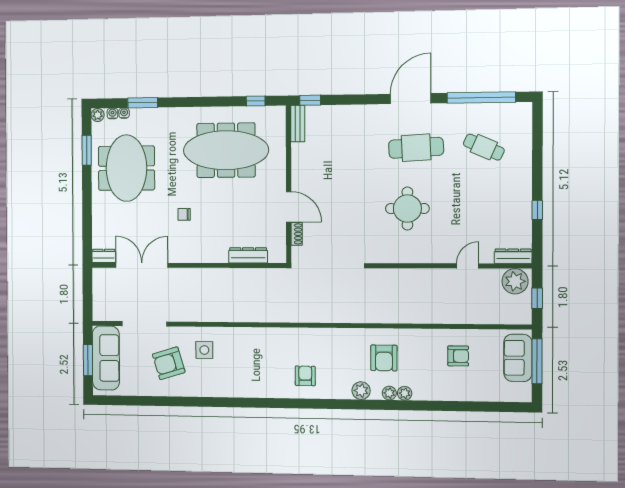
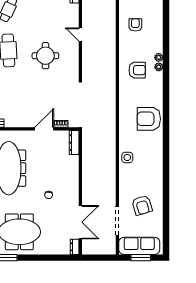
dresser: (248, 255) -> (74, 143), moved
double door: (142, 265) -> (80, 222), swing flipped
door: (468, 266) -> (80, 35), moved
side table: (204, 350) -> (127, 157), moved
armchair: (305, 376) -> (149, 119), width x1.88, depth x1.88
plant: (361, 391) -> (157, 84), removed

